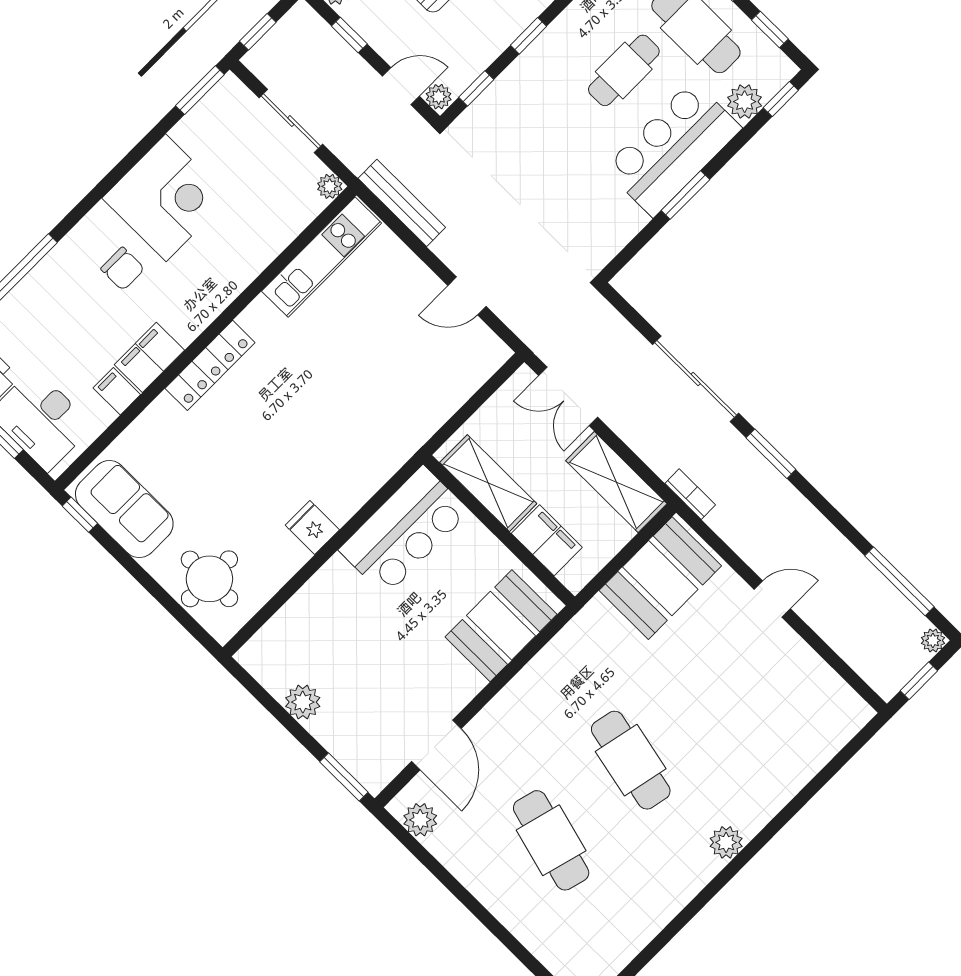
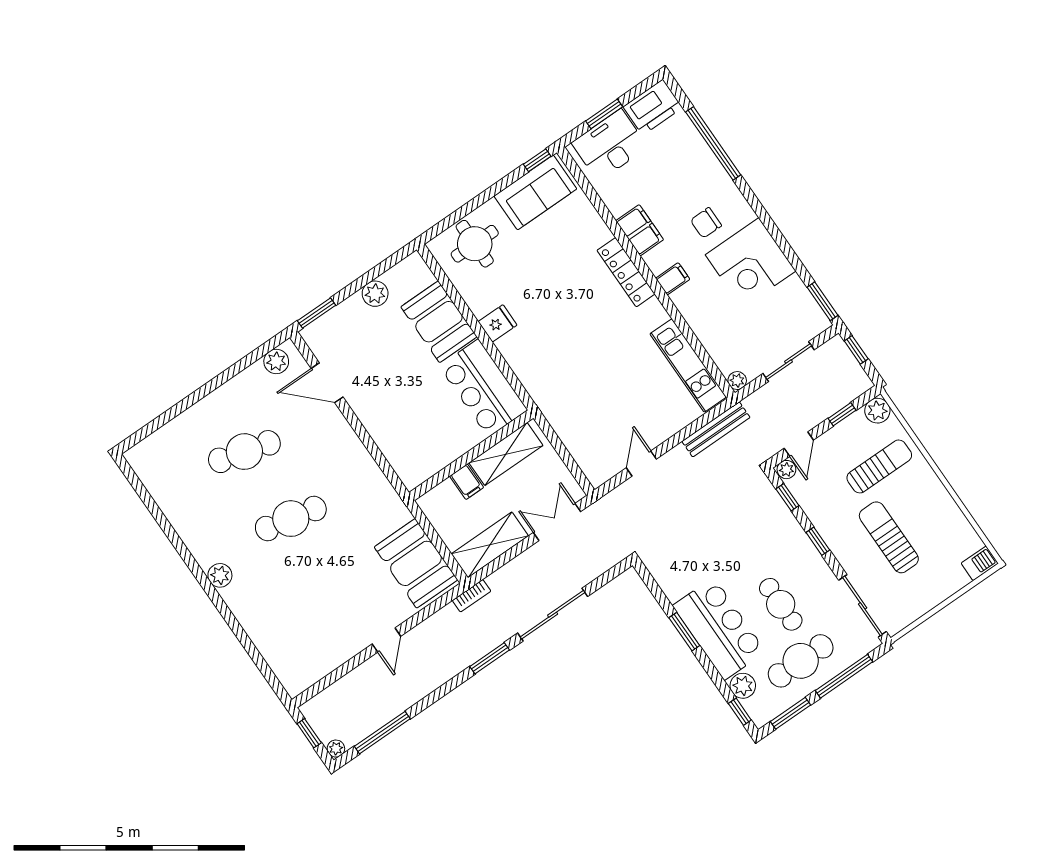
window: (770, 30) -> (791, 713), width x1.50
filing cabinet: (117, 391) -> (673, 279), moved
filing cabinet: (547, 540) -> (467, 482), width x0.50
booth: (501, 626) -> (439, 322), moved

